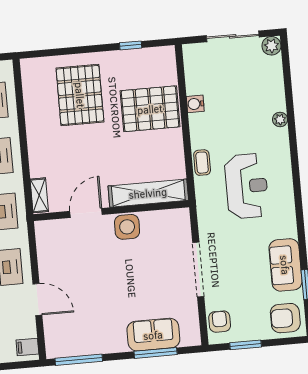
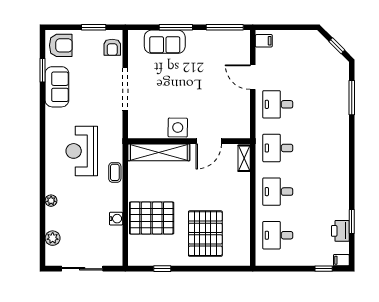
plant: (271, 46) -> (53, 238), moved
window: (156, 353) -> (176, 27), moved

